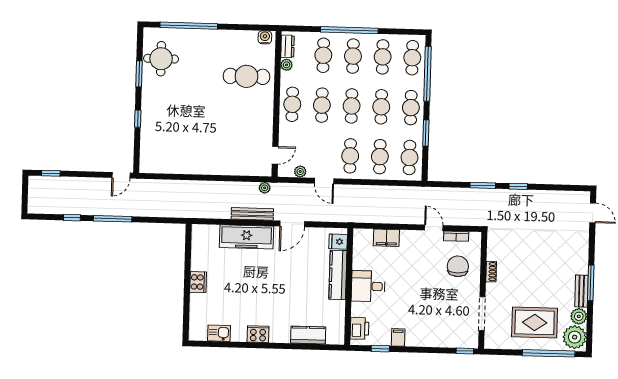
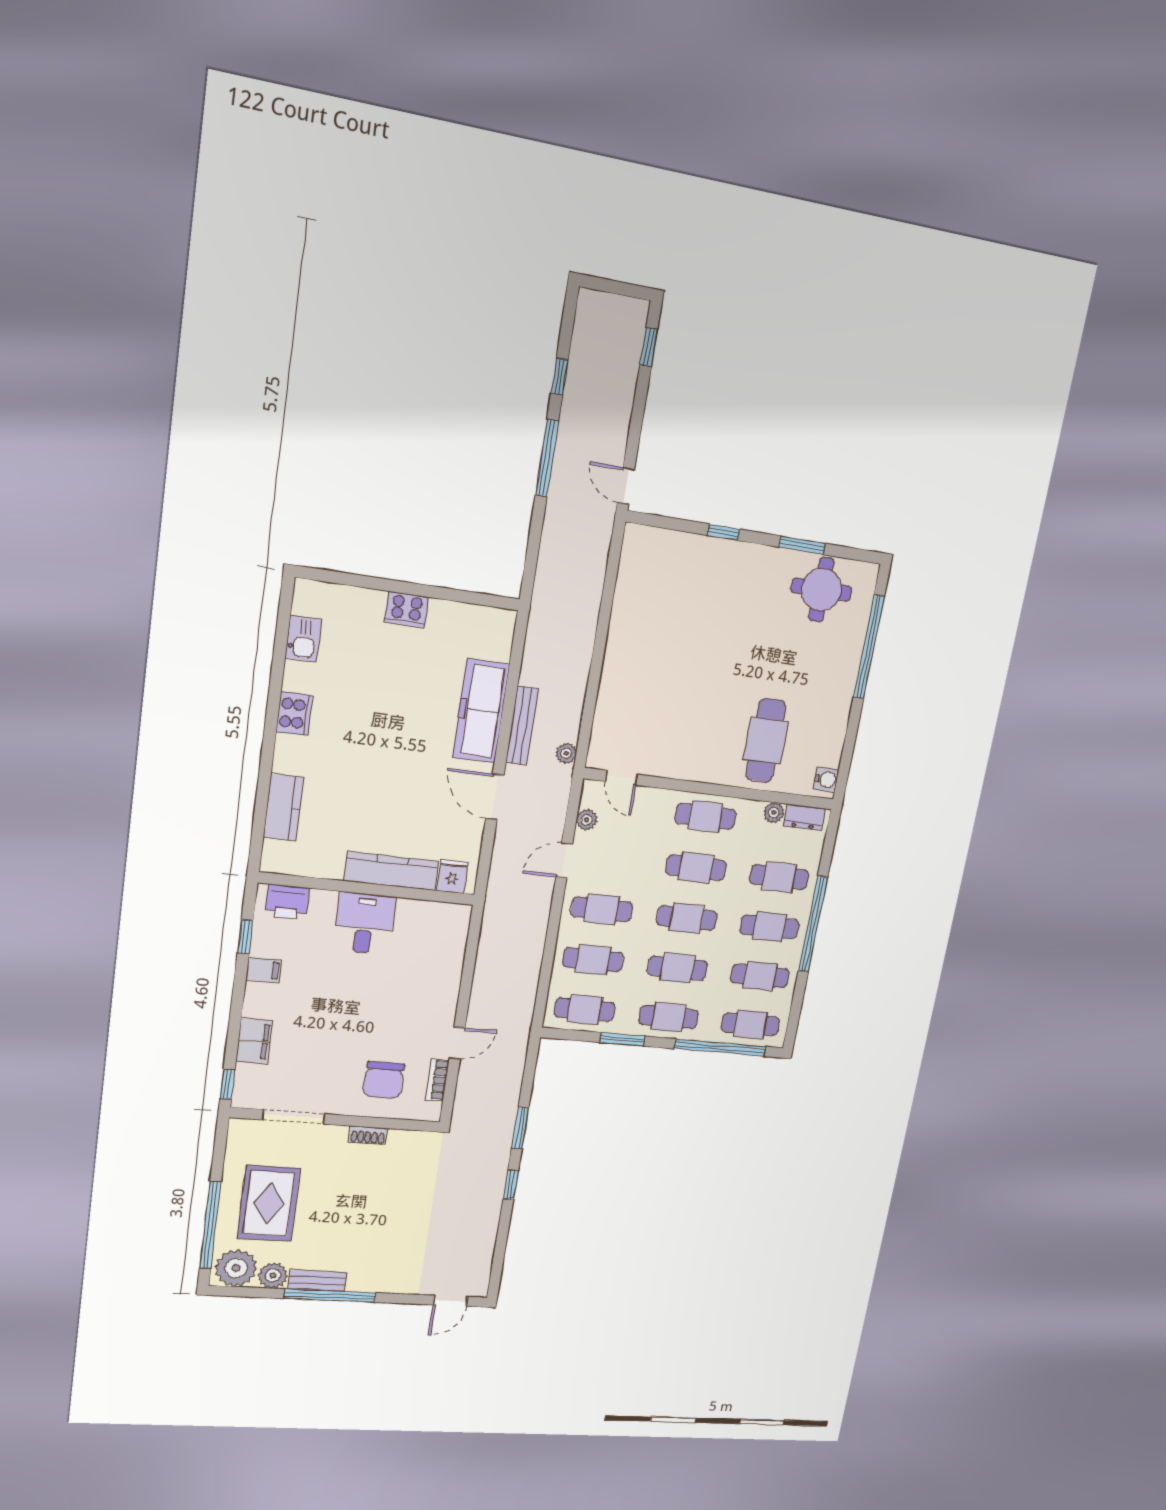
filing cabinet: (386, 238) -> (254, 1041), moved, turned 180
chair: (458, 266) -> (384, 1080), turned 90
window: (591, 283) -> (330, 1296), width x1.46

